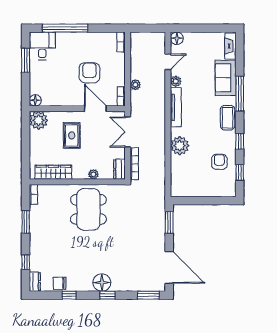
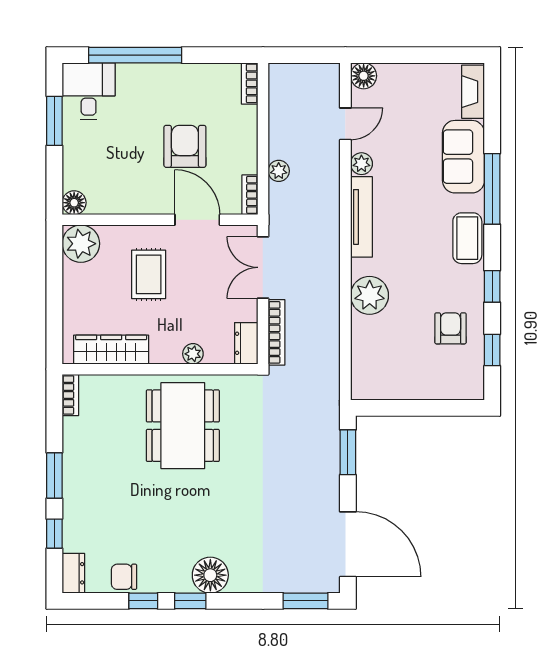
window: (26, 222) -> (54, 475), moved
window: (107, 295) -> (190, 601), moved

